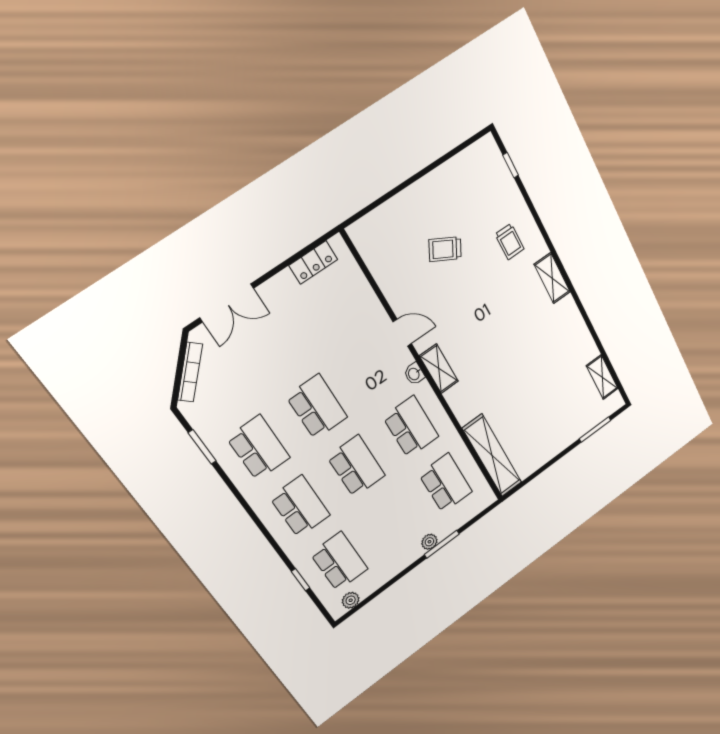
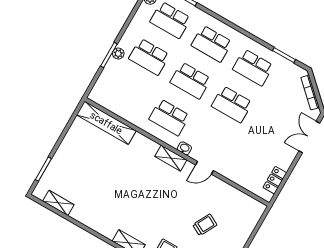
school desk: (446, 483) -> (149, 57), moved

